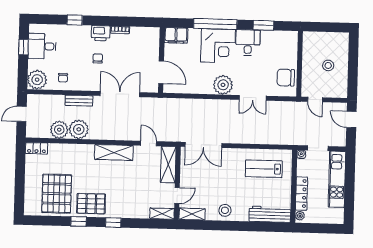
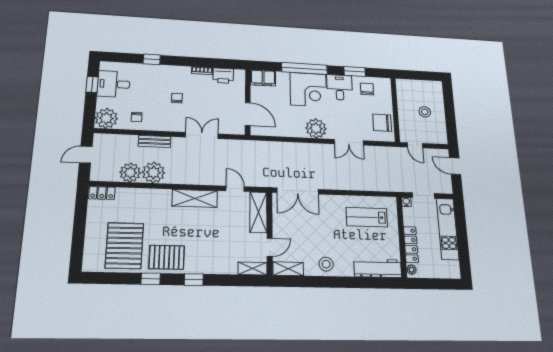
printer: (101, 33) -> (223, 76), moved
chair: (274, 43) -> (367, 89), added
double door: (120, 94) -> (202, 136), width x0.73

